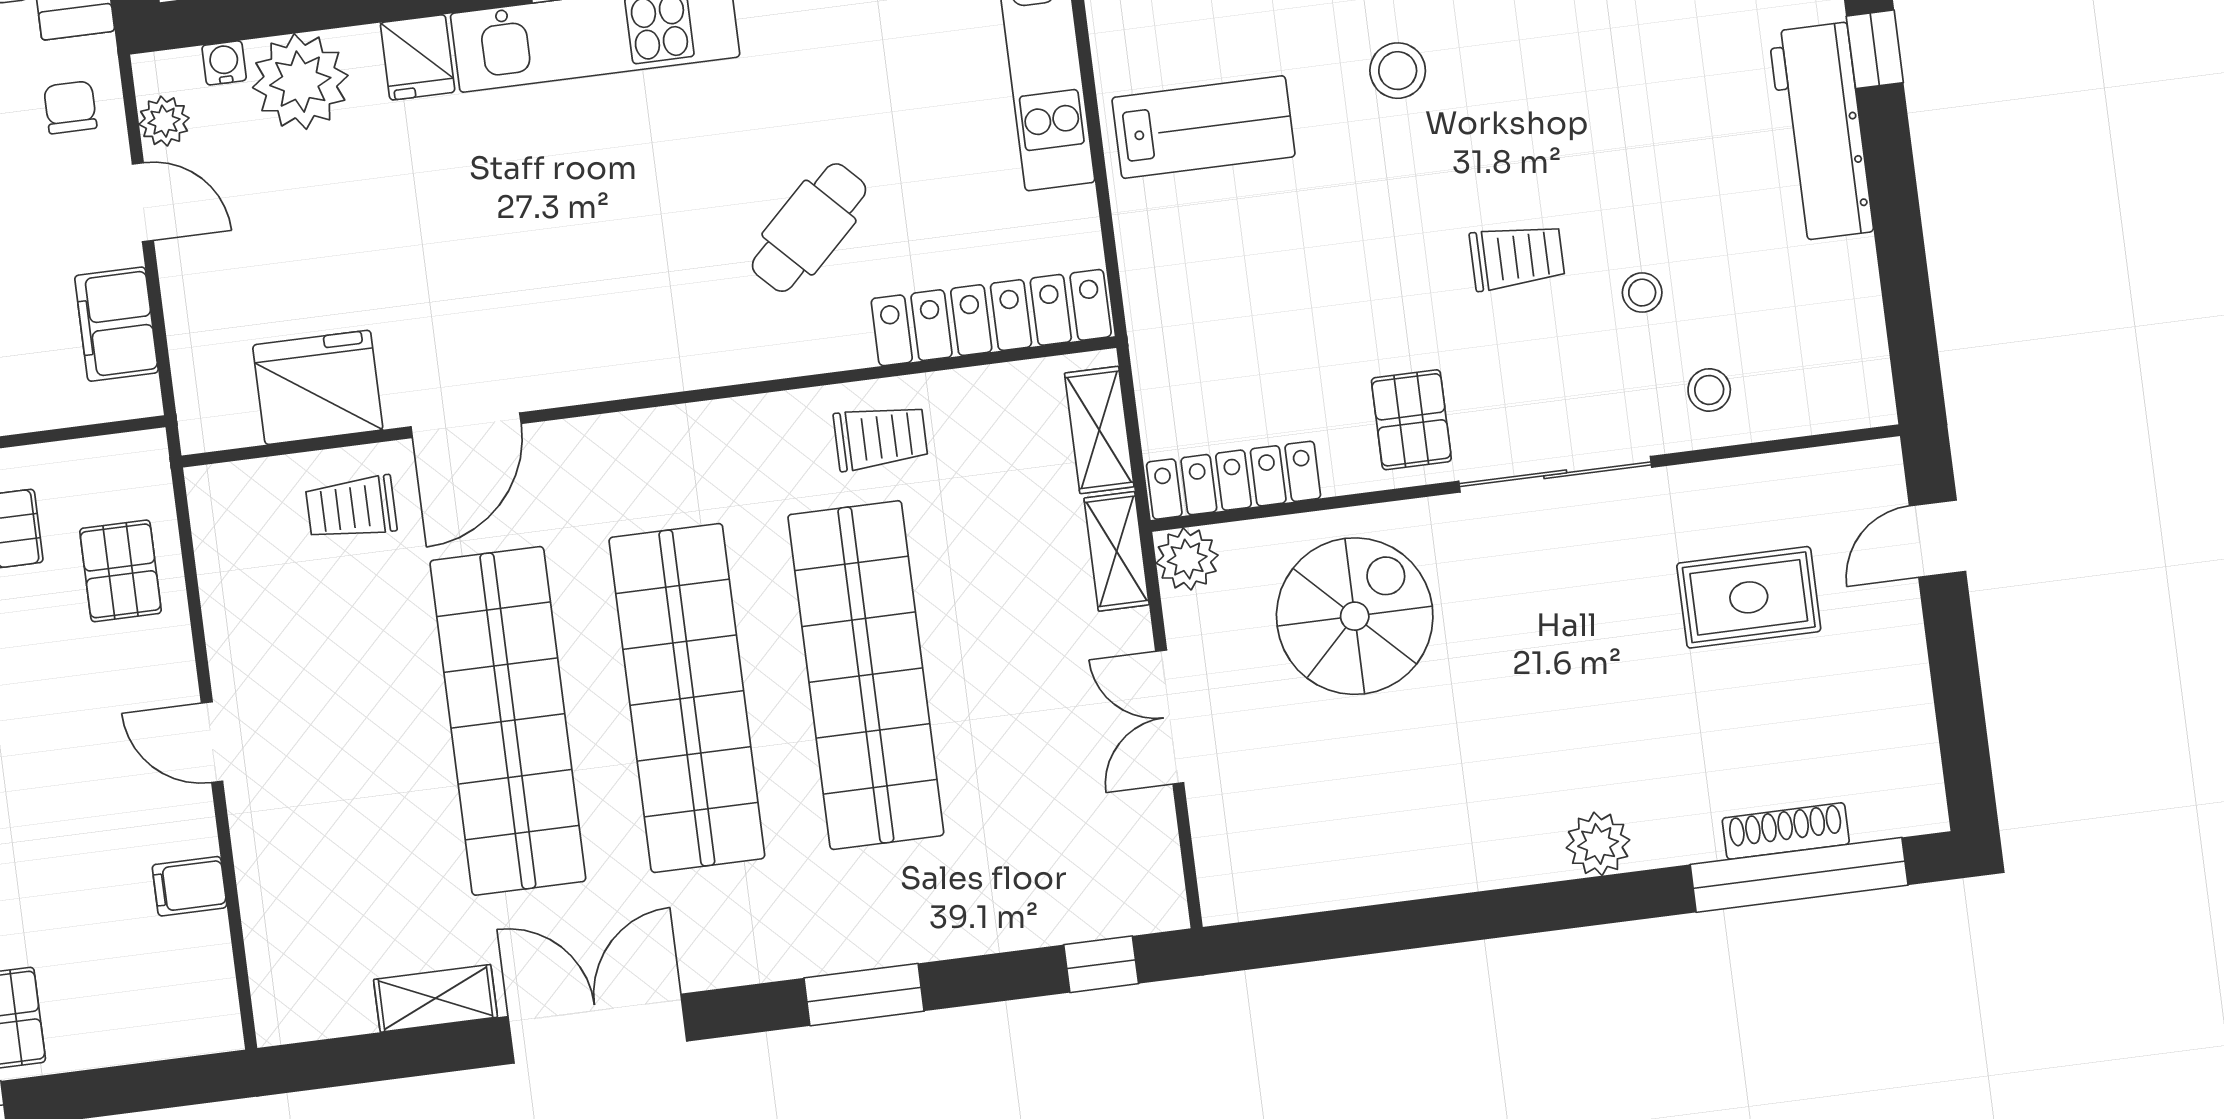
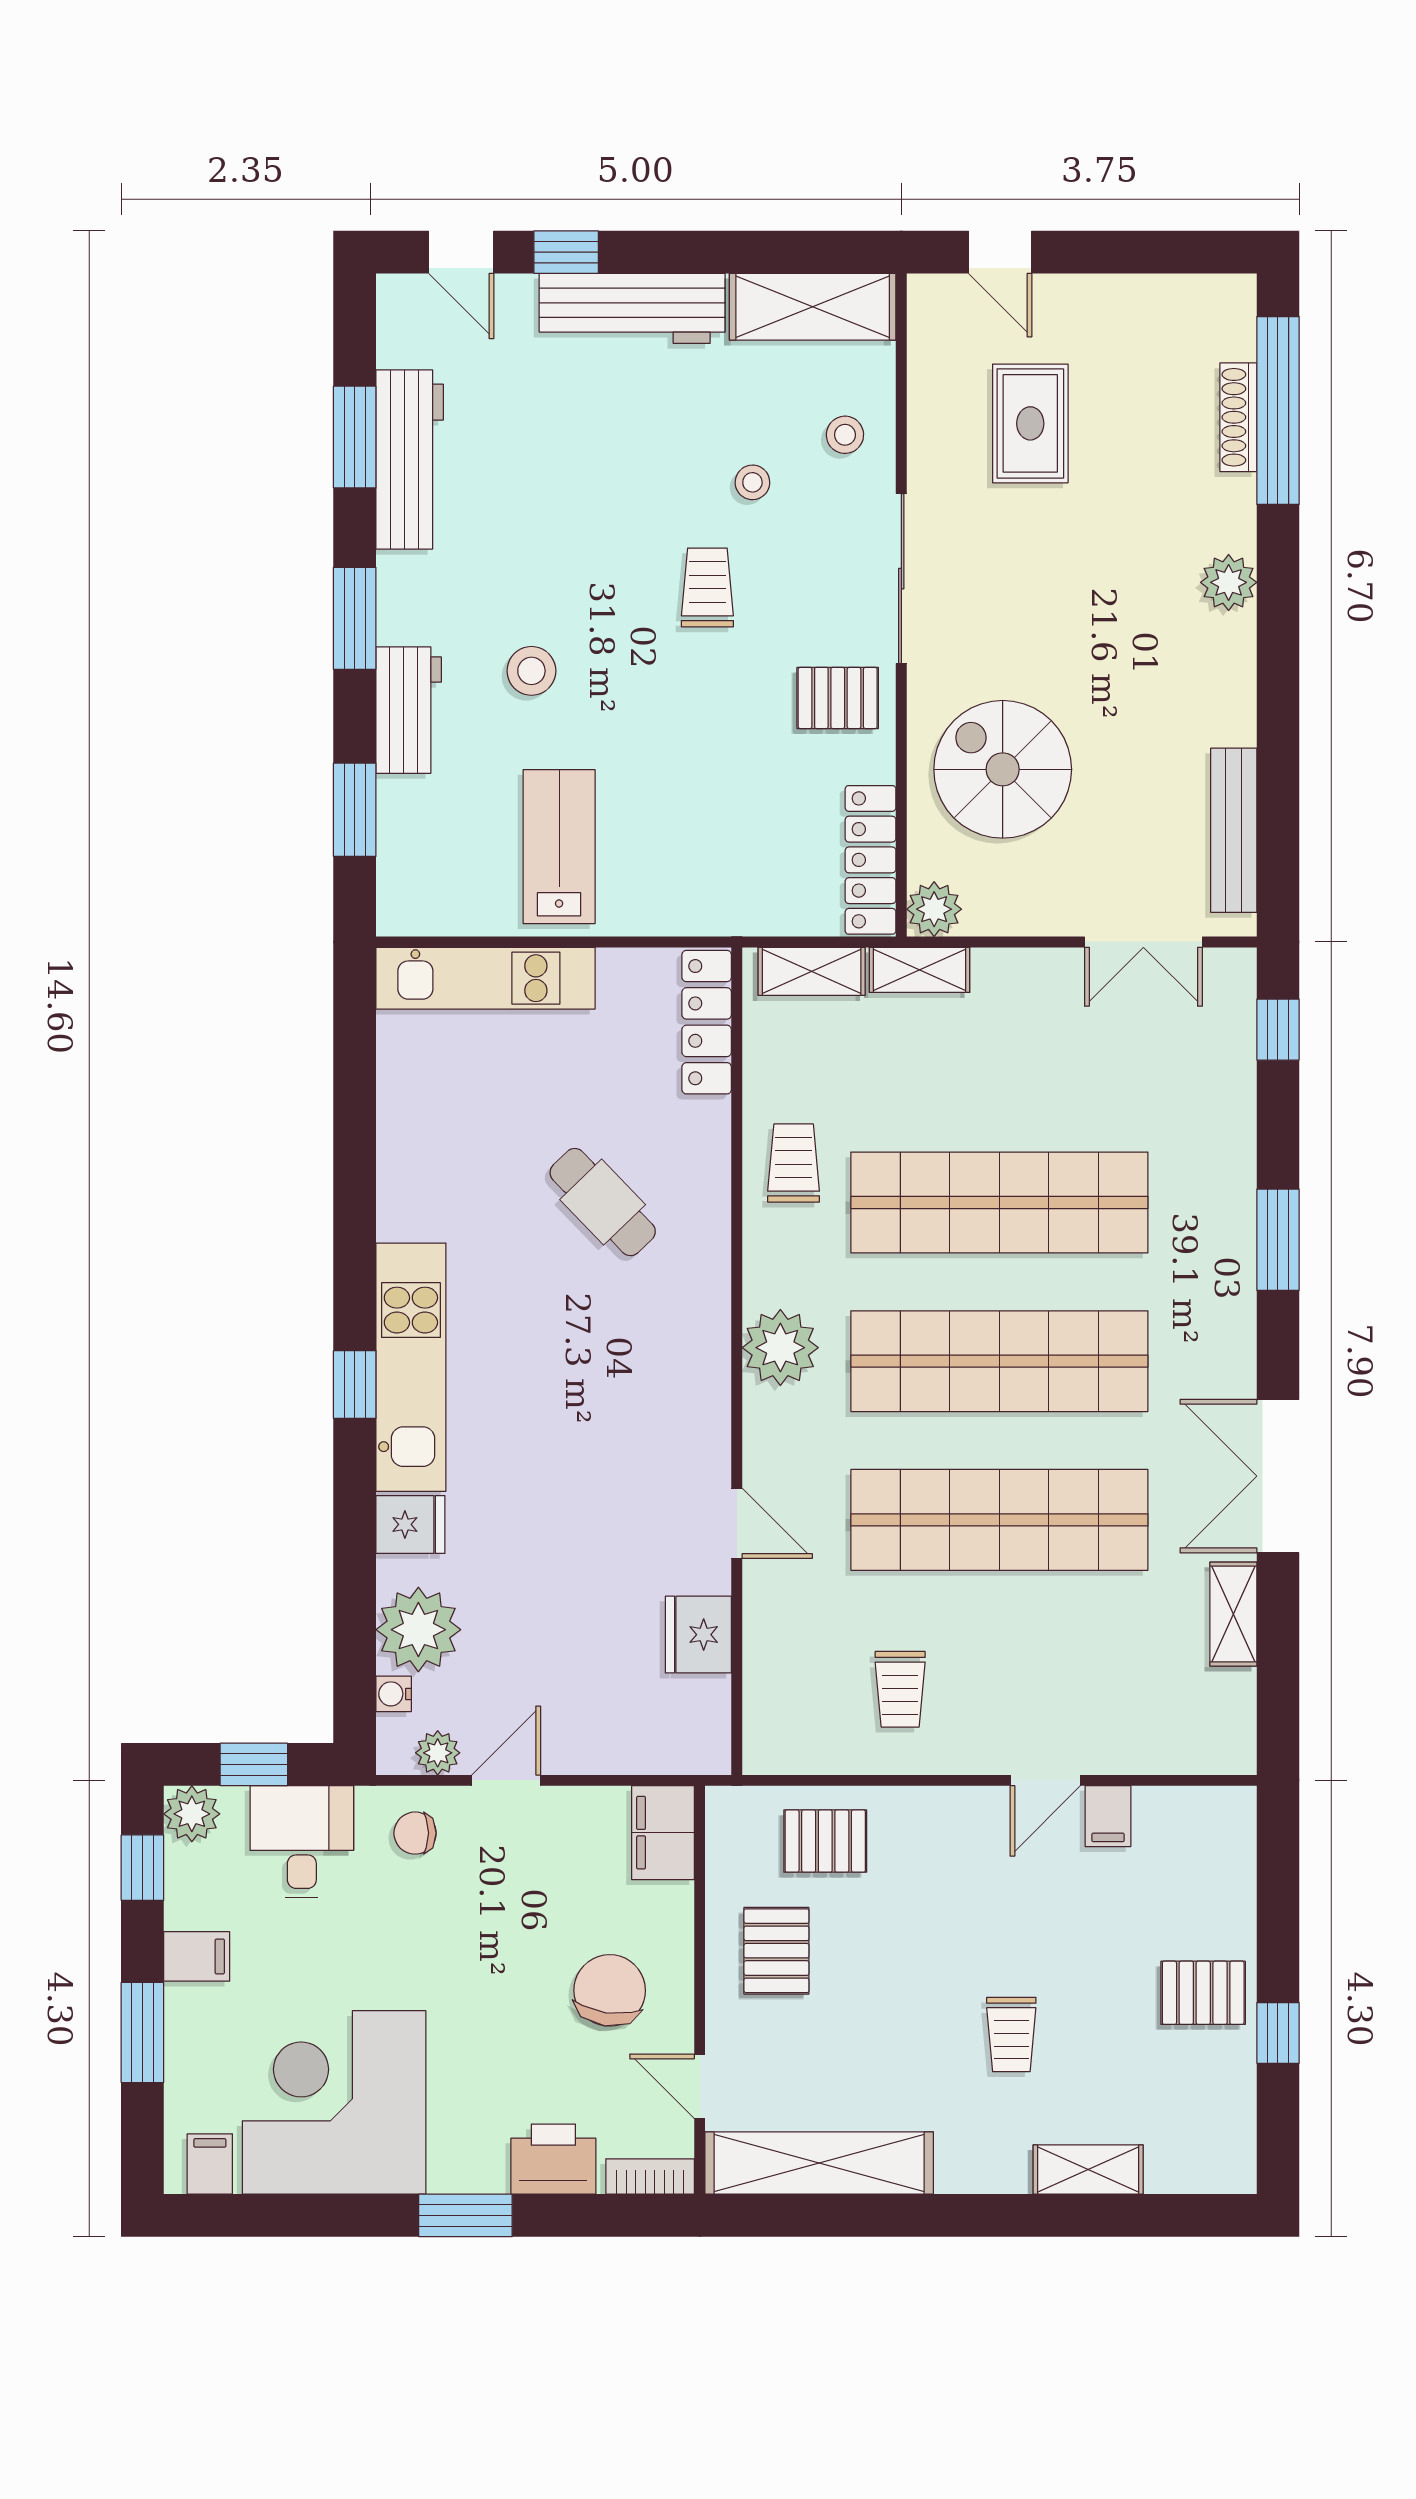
locker: (991, 318) -> (707, 1022), width x0.71, depth x0.83
filing cabinet: (117, 324) -> (663, 1833), moved, turned 90
shelving: (1849, 335) -> (813, 307), added
fridge: (318, 387) -> (698, 1635), width x0.73, depth x0.75
door: (466, 425) -> (737, 1523), width x0.73
plant: (671, 449) -> (780, 1348), added
trolley: (351, 508) -> (900, 1689), moved
double door: (1170, 717) -> (1143, 942), moved
door: (212, 742) -> (1045, 1780), moved
bench: (1319, 886) -> (1234, 830), added

